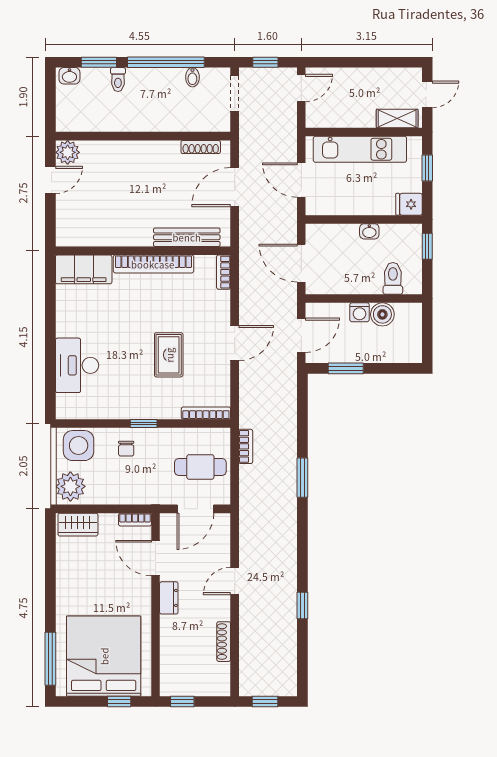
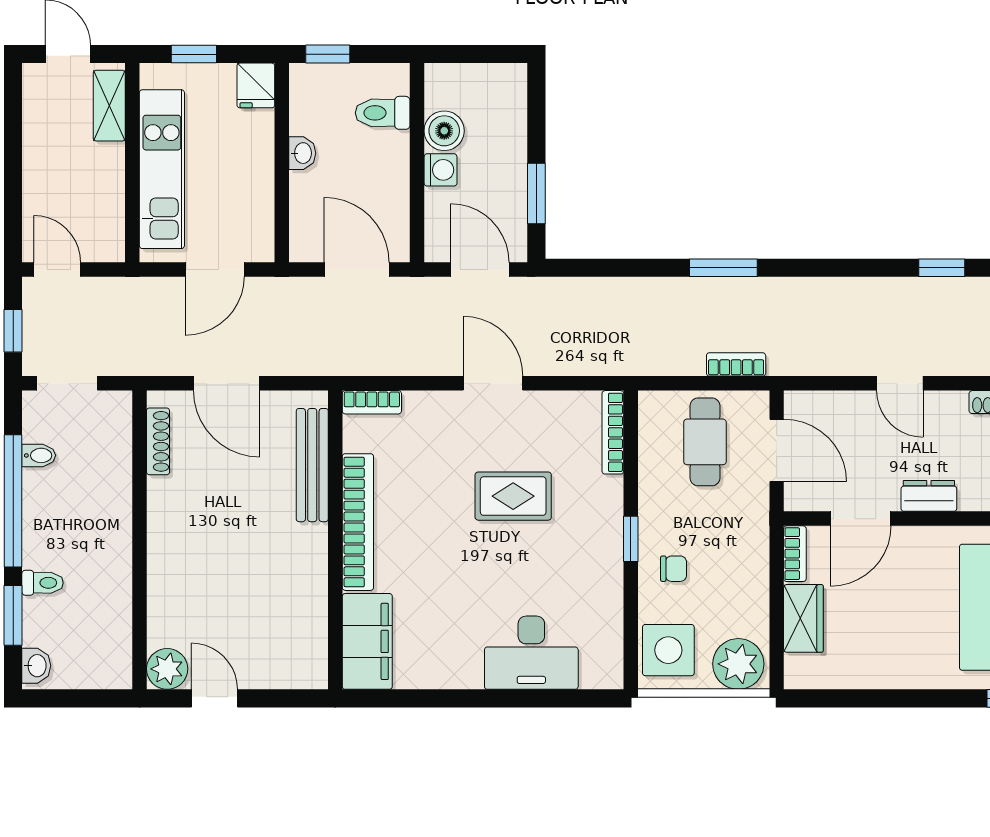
door: (301, 263) -> (357, 269), swing flipped
bookcase: (246, 446) -> (736, 364), moved
wardrobe: (78, 525) -> (803, 618), moved

